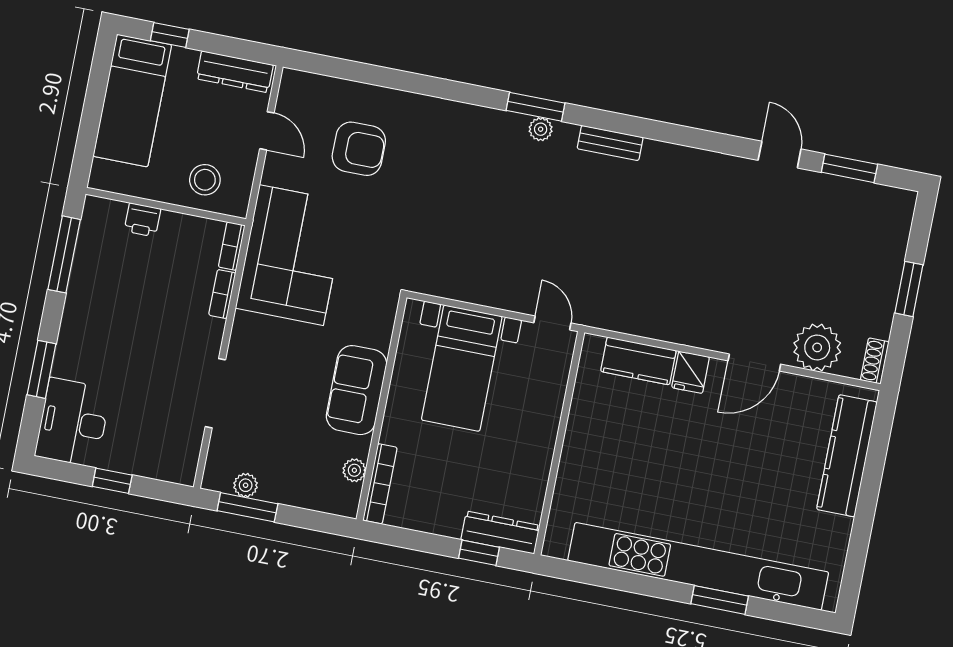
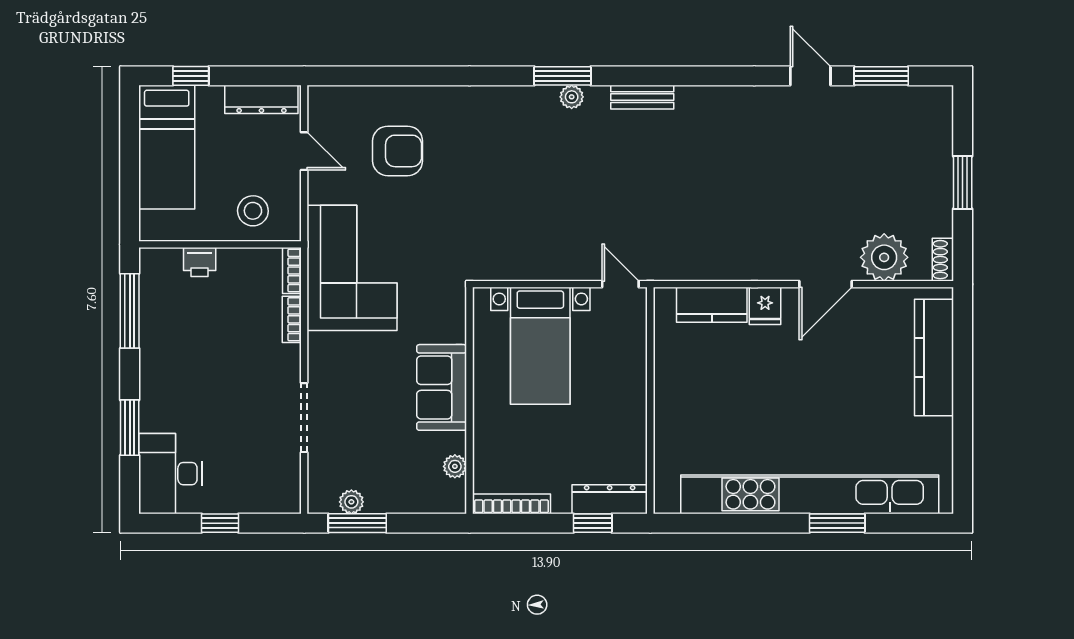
bookcase: (380, 484) -> (511, 504), moved, turned -90

